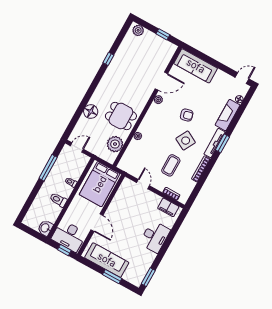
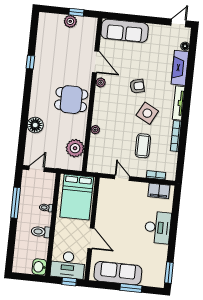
plant: (138, 30) -> (70, 21), moved
door: (161, 81) -> (96, 62), hinge flipped
dining table: (121, 116) -> (71, 100), moved
window: (222, 143) -> (187, 100), removed

